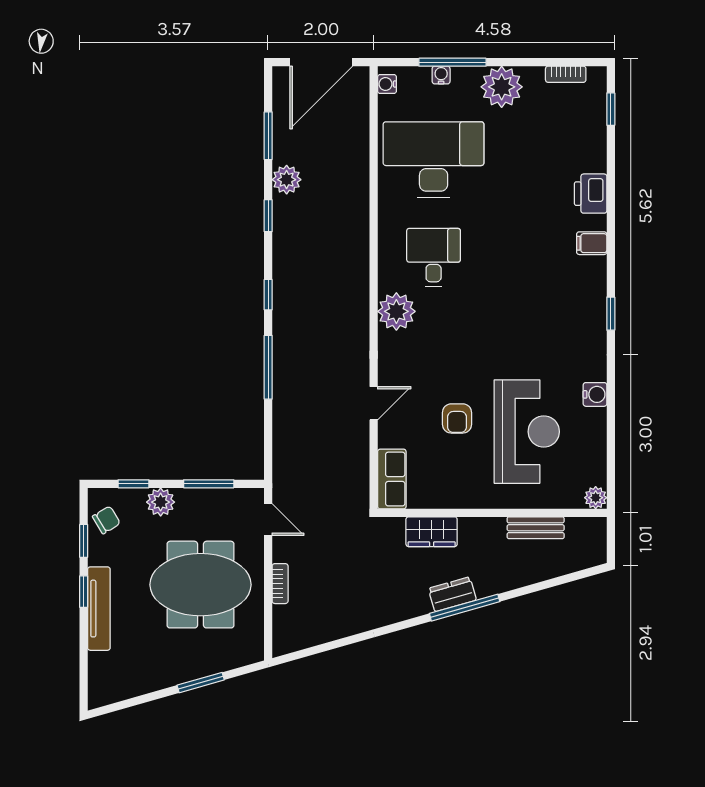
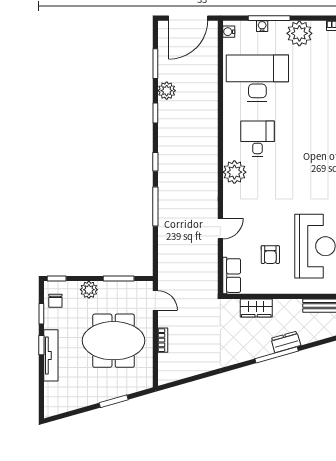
armchair: (457, 418) -> (270, 255), moved
window: (133, 484) -> (57, 279), moved
chair: (106, 520) -> (55, 301), turned 121
dresser: (452, 594) -> (286, 342), moved

